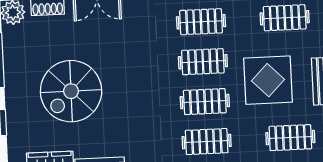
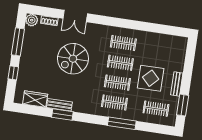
clothes rail: (285, 18) -> (165, 49), removed
spiral stairs: (71, 91) -> (73, 59), moved

